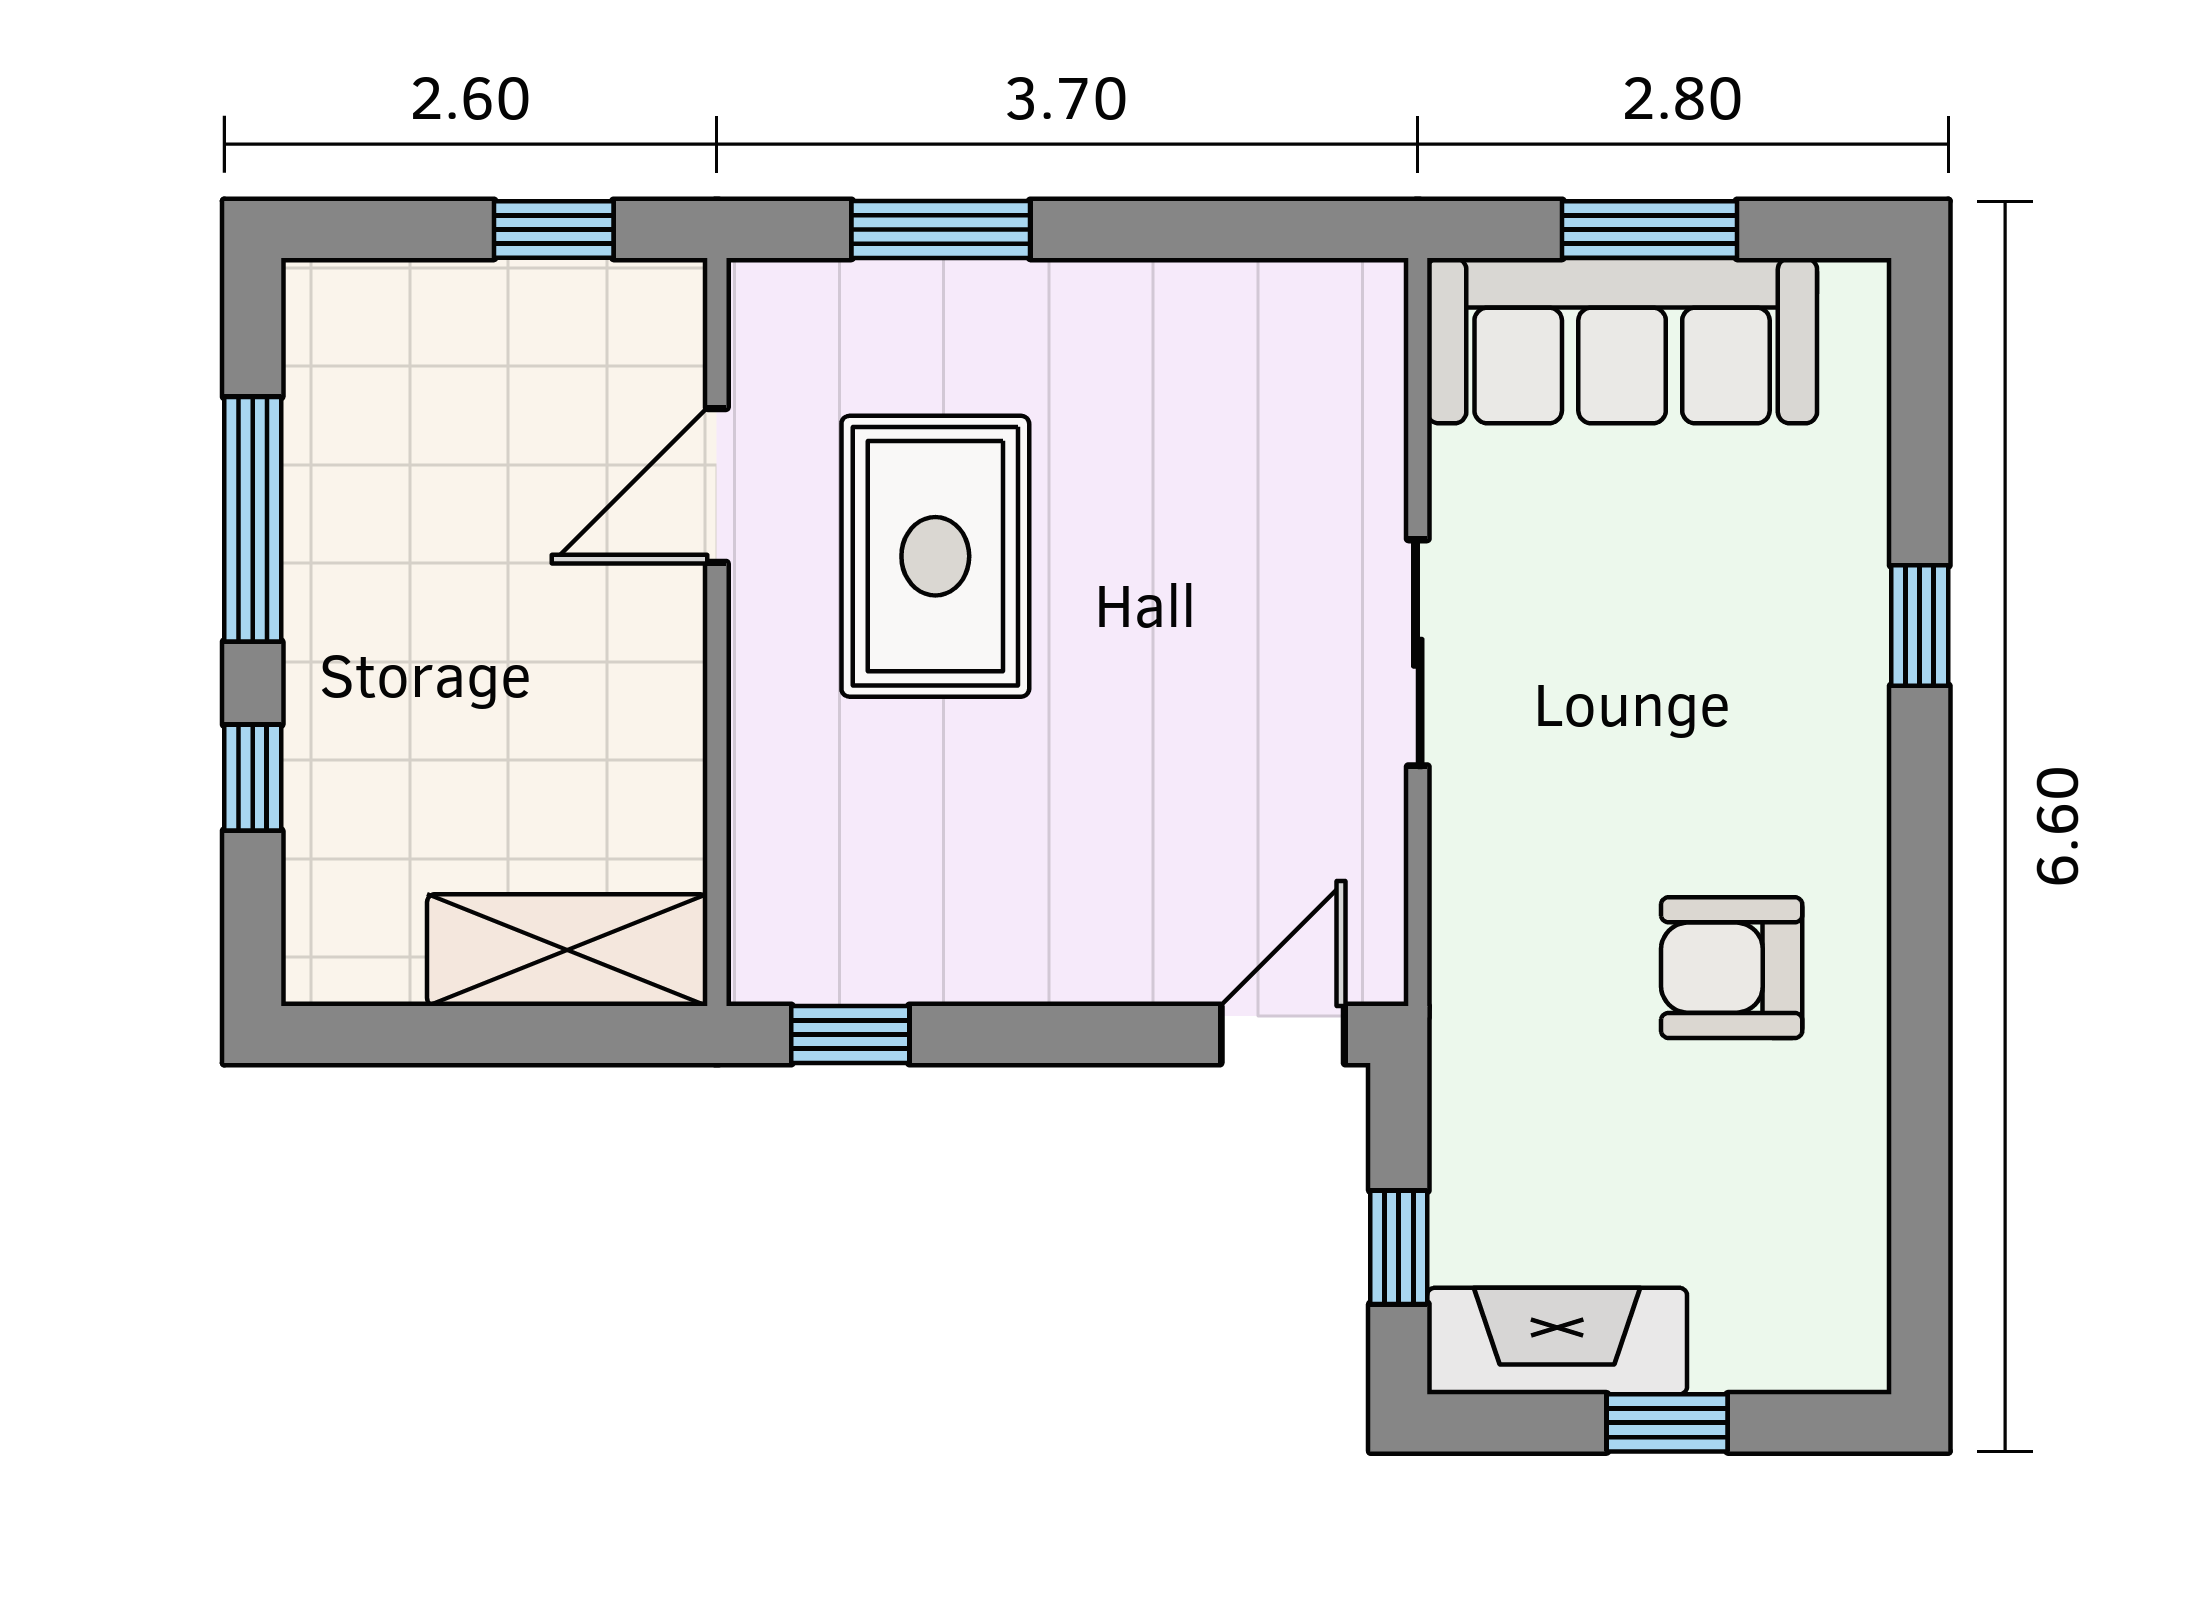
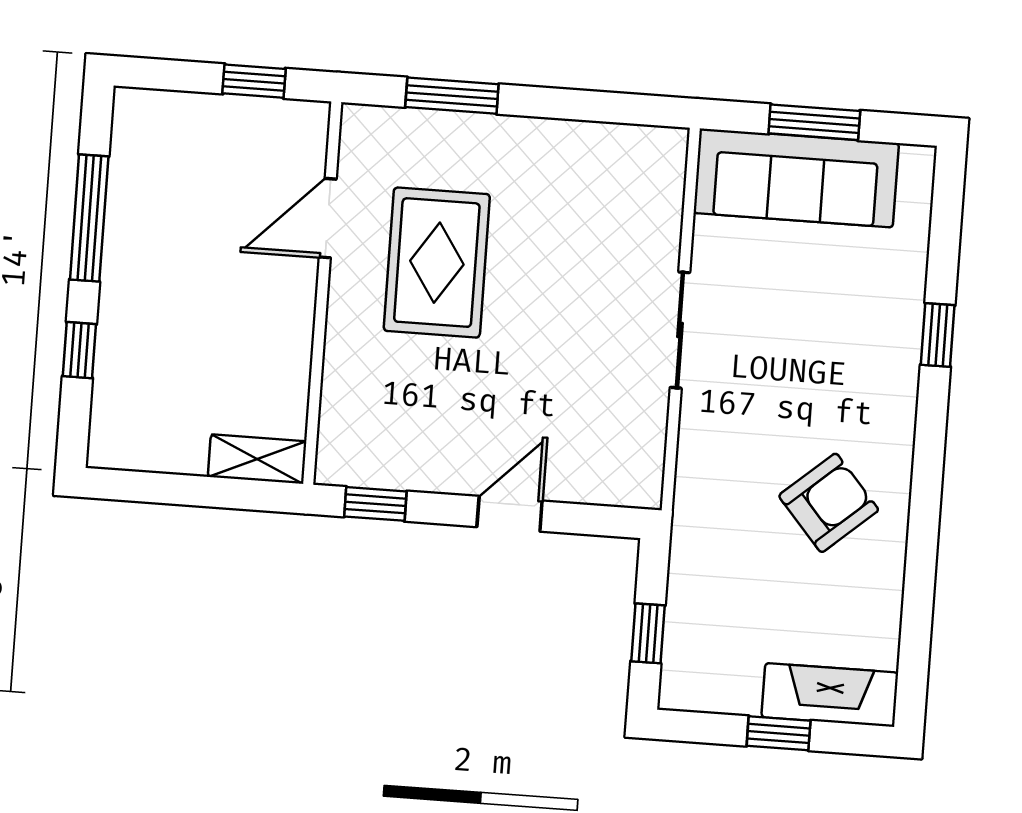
shelving: (567, 950) -> (257, 459), width x0.67, depth x0.75
armchair: (1732, 968) -> (829, 503), turned 139
door: (1283, 1035) -> (510, 514), moved
fireplace: (1557, 1341) -> (830, 695), moved

